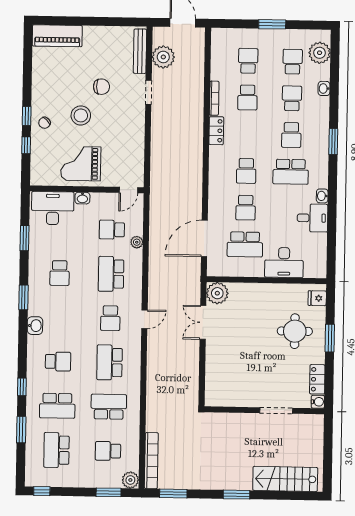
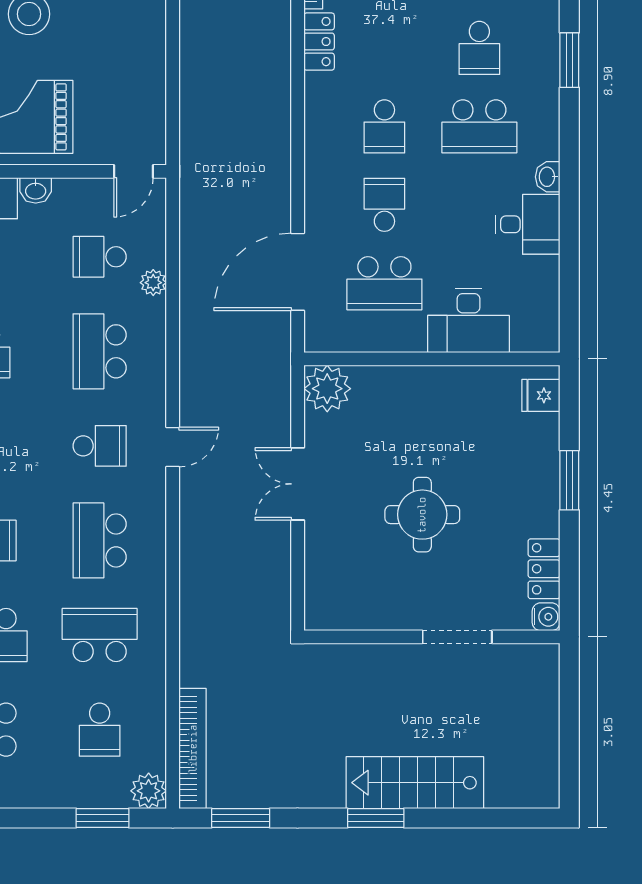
school desk: (246, 208) -> (384, 205), turned 180
school desk: (110, 318) -> (100, 446), turned -90
double door: (203, 322) -> (298, 484), moved
round table: (295, 331) -> (422, 515), moved
school desk: (108, 451) -> (100, 730), turned -90
stairs: (285, 479) -> (415, 783), moved

